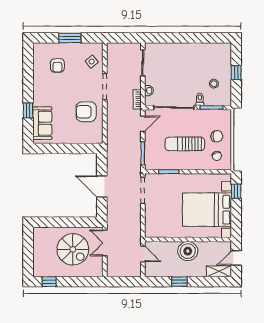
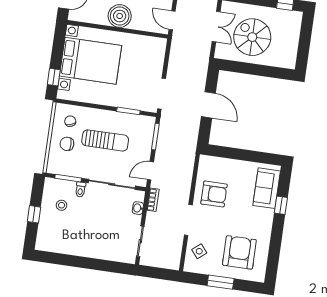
armchair: (57, 65) -> (239, 252), width x1.88, depth x1.88
double door: (105, 243) -> (216, 27), moved

